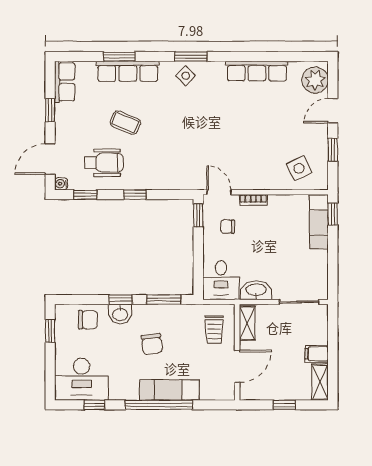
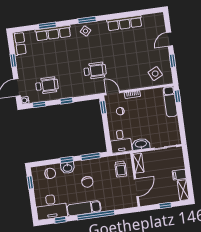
plant: (315, 80) -> (157, 24), removed
coffee table: (125, 123) -> (56, 62), removed
wheelchair: (193, 148) -> (95, 71), added
exam couch: (169, 390) -> (84, 208), moved

